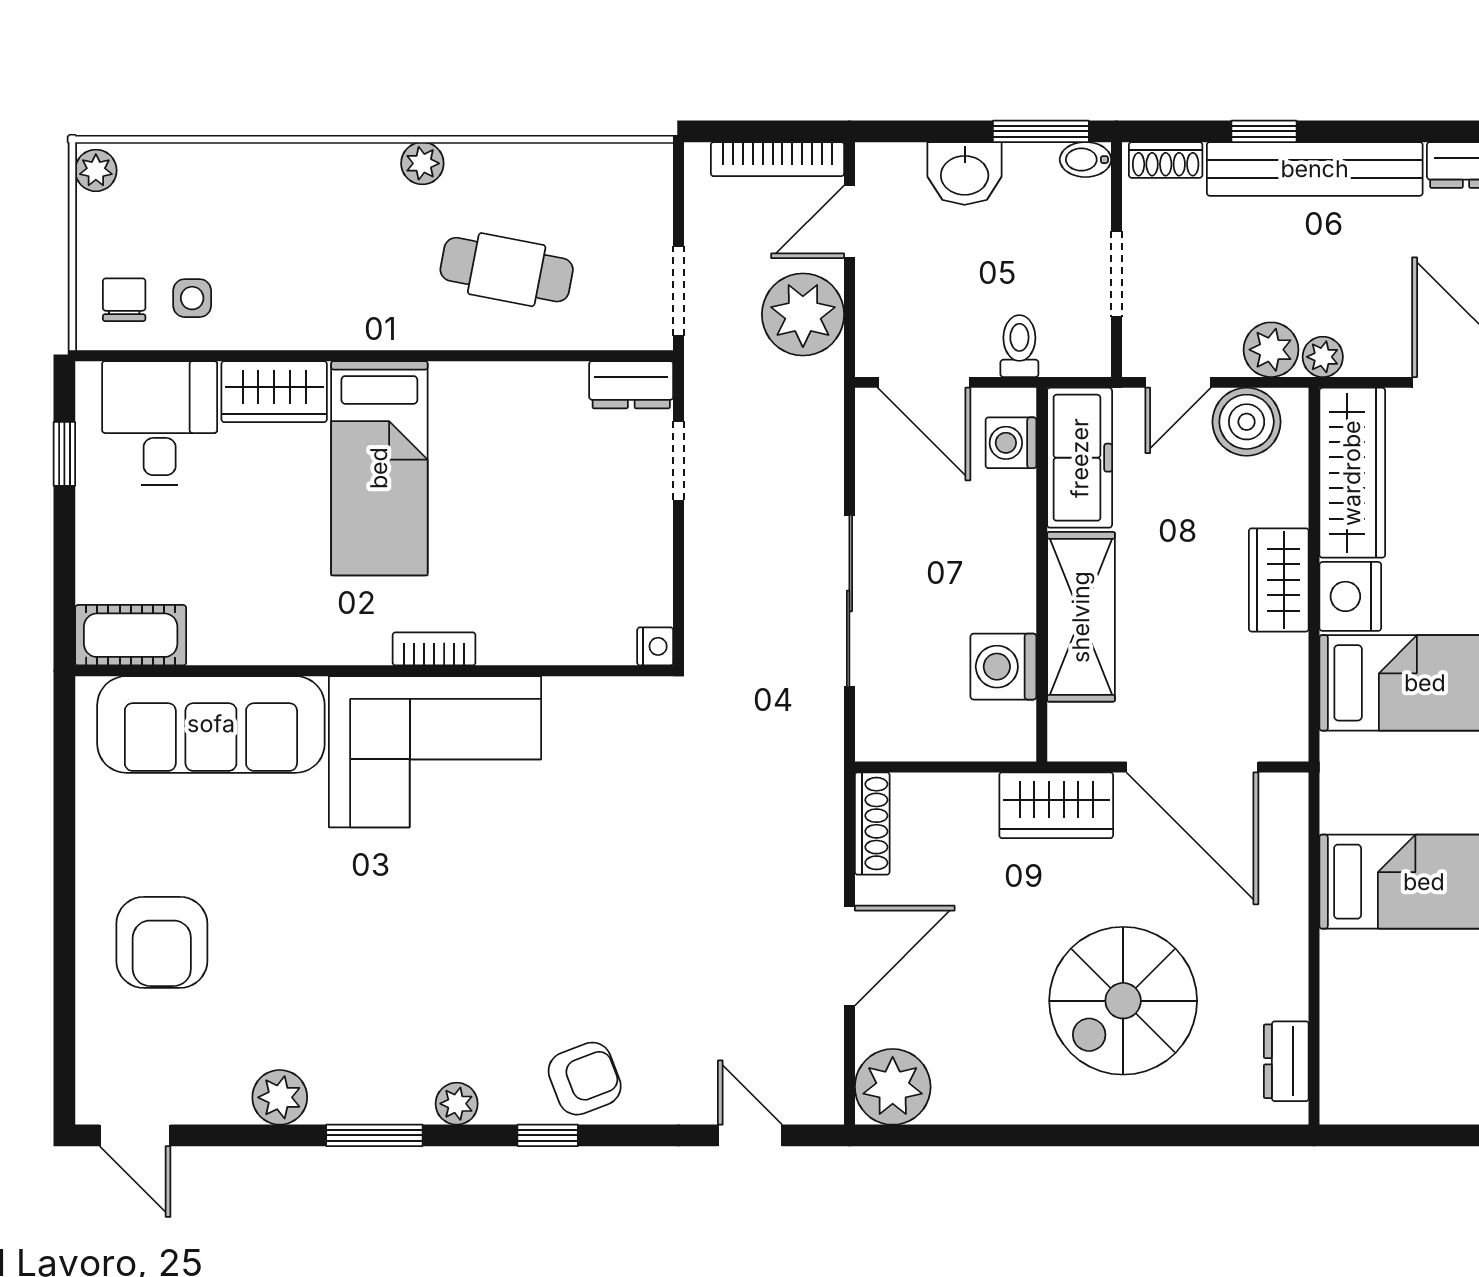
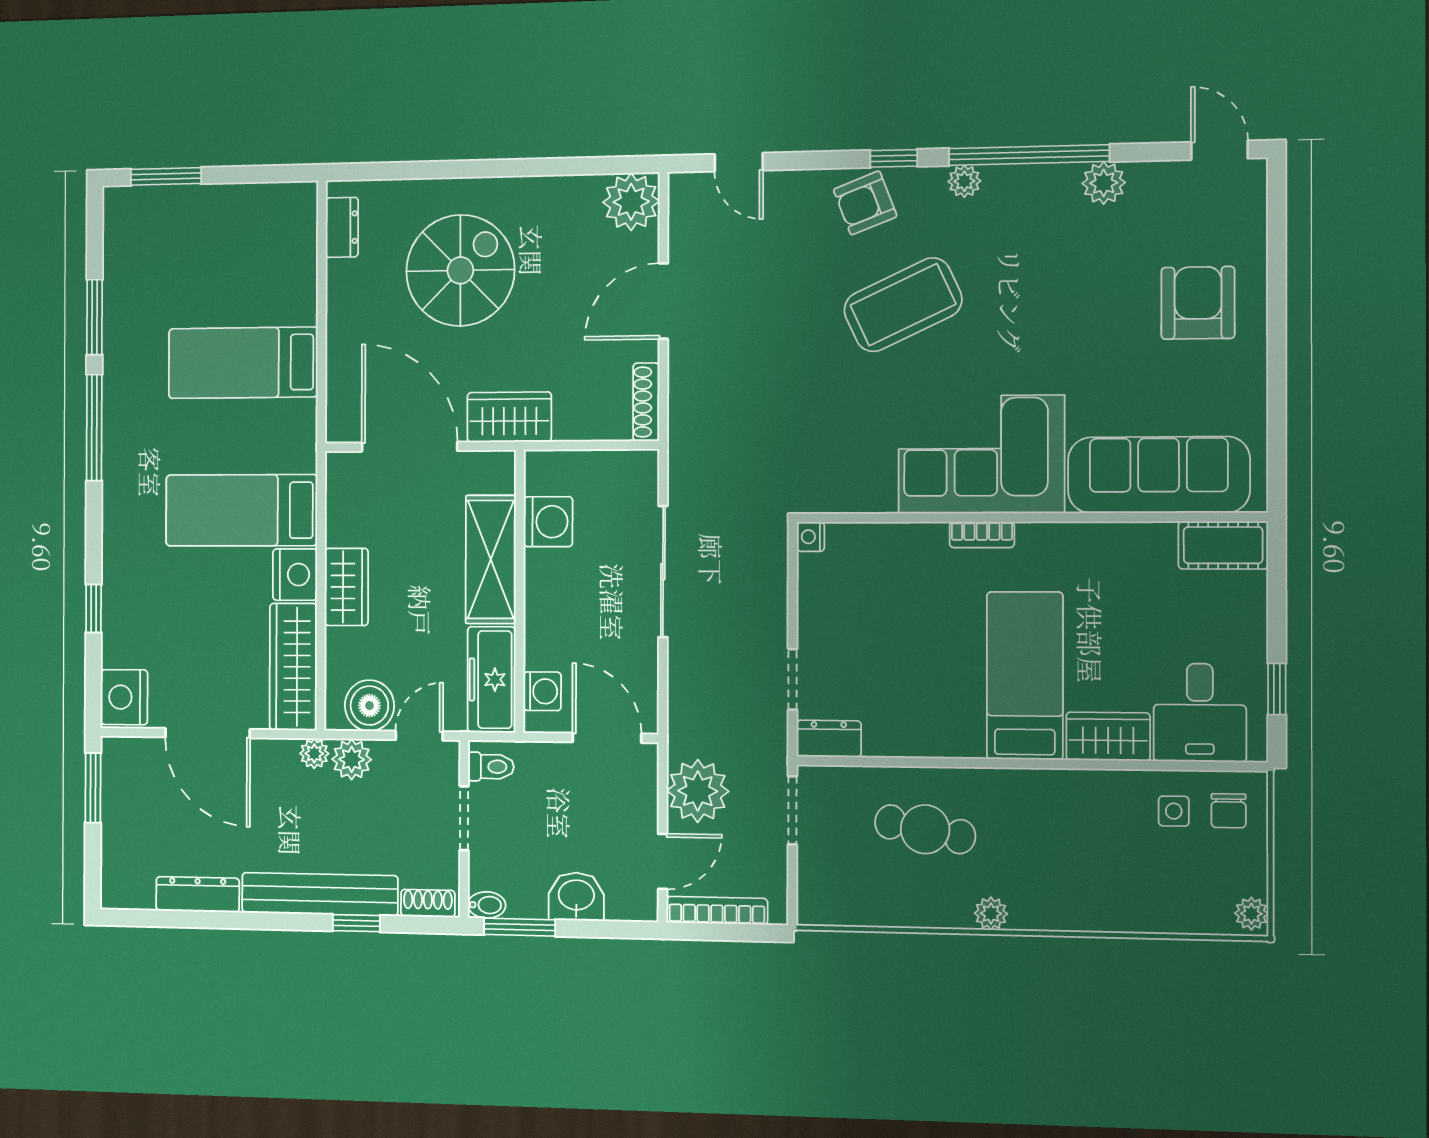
toilet: (1019, 346) -> (491, 767), moved, turned -90
coffee table: (536, 946) -> (903, 305), added
window: (374, 1135) -> (1029, 155), width x2.11

